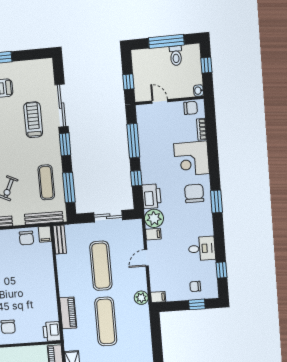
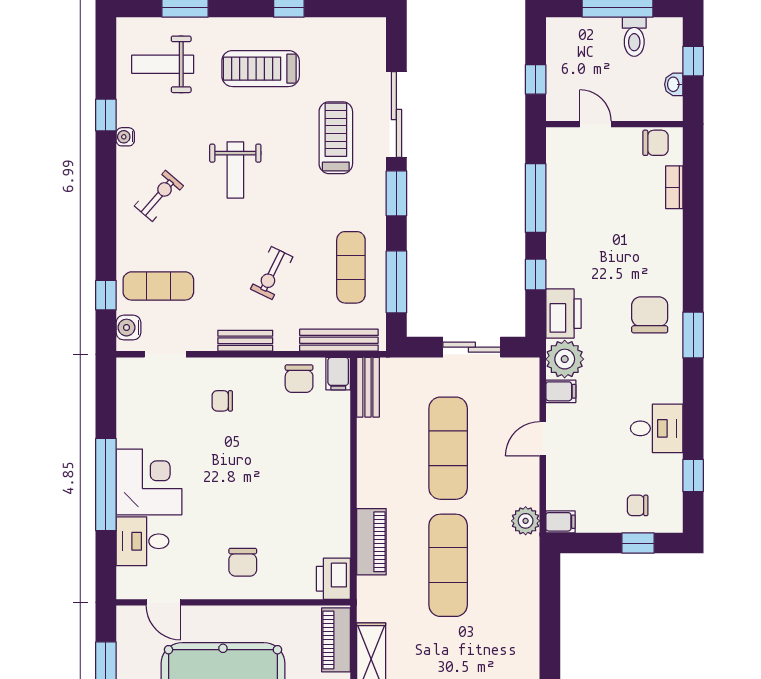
washbasin: (198, 91) -> (674, 84), moved
corner desk: (191, 159) -> (649, 244), removed

